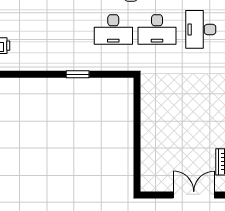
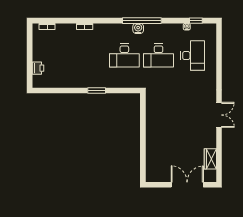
desk: (201, 29) -> (193, 56), turned 180

